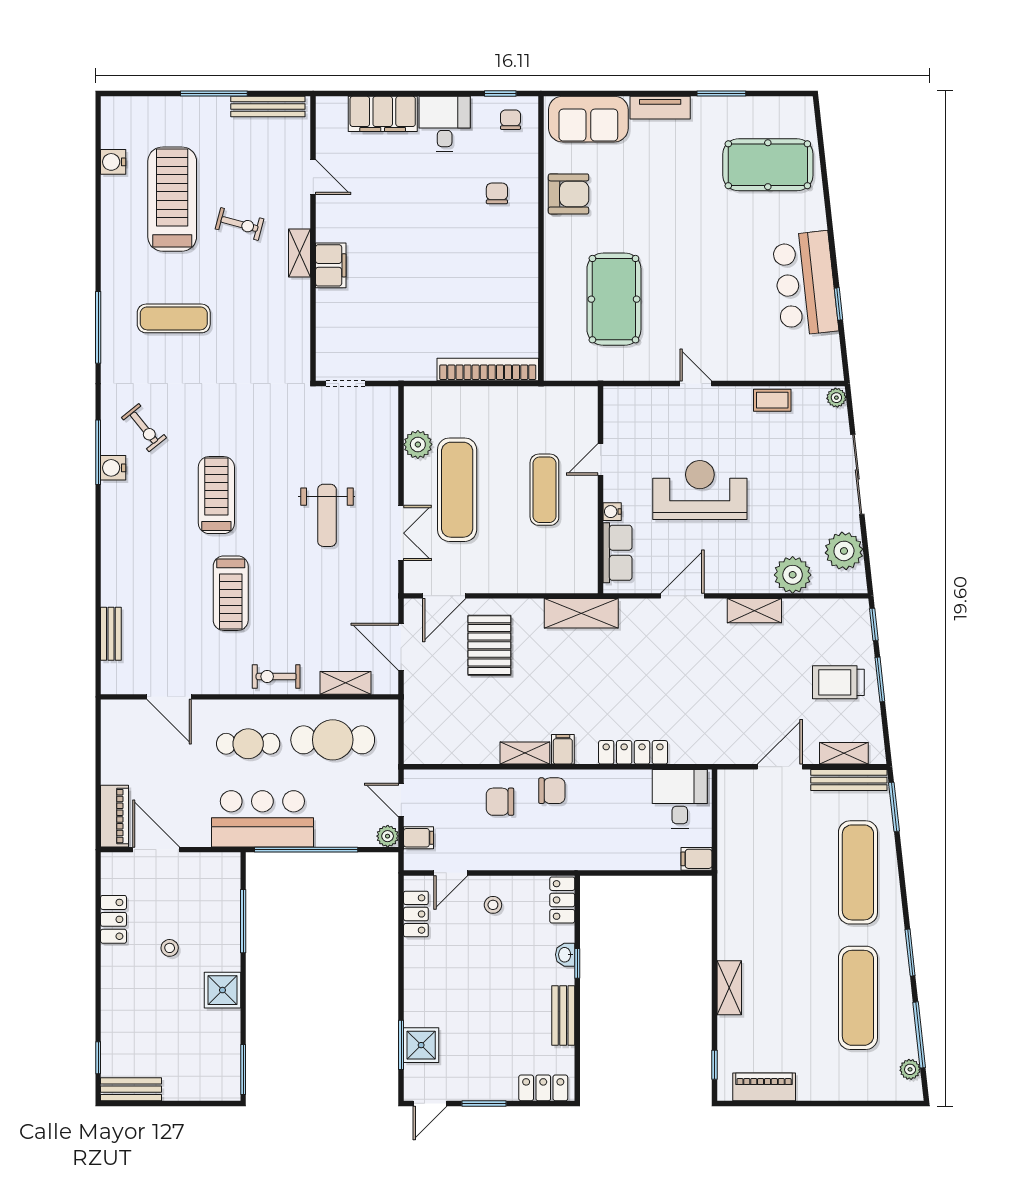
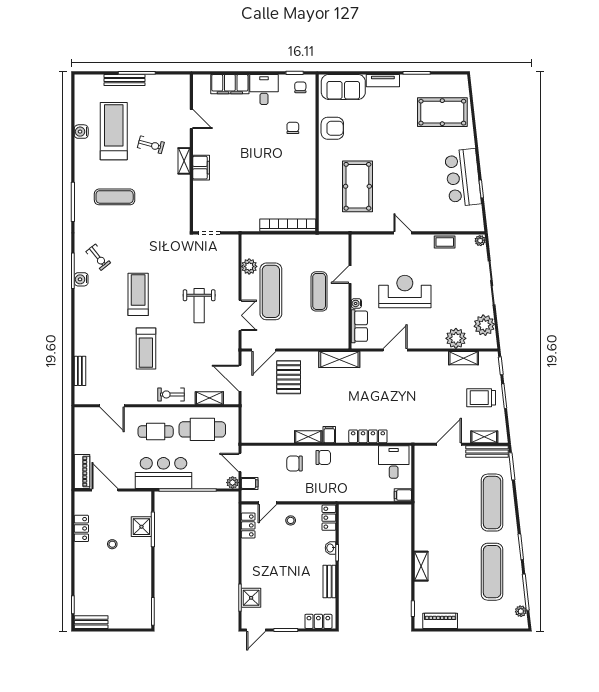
bench: (268, 106) -> (124, 80), moved
water cooler: (113, 162) -> (81, 132), moved
shelving: (754, 611) -> (464, 358), moved
shower: (222, 990) -> (141, 527), moved

